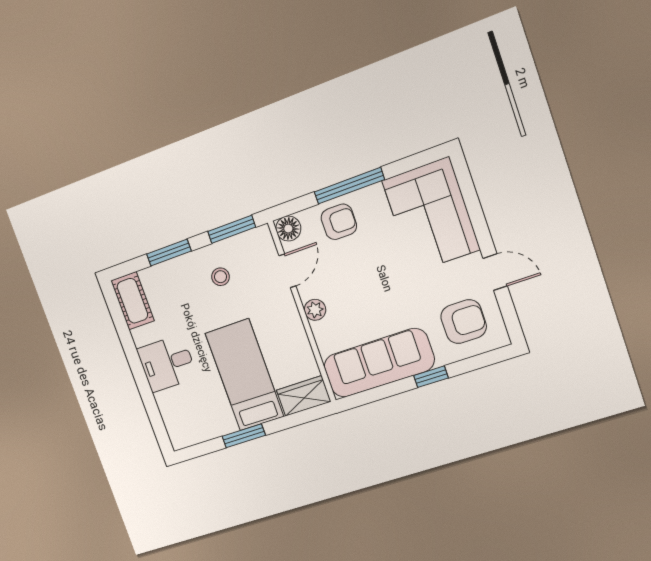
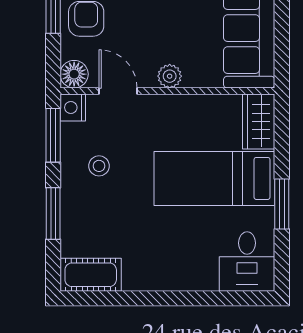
nightstand: (260, 238) -> (73, 107), added
desk: (167, 363) -> (247, 261), moved

